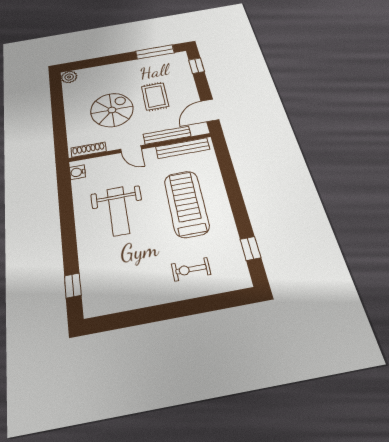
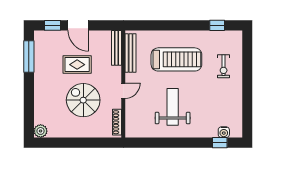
door: (210, 110) -> (78, 25), moved
bench: (167, 135) -> (117, 48), moved
water cooler: (77, 172) -> (224, 132), moved
treadmill: (186, 203) -> (176, 59), turned 180
weight bench: (118, 211) -> (173, 107), turned -90

